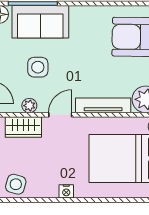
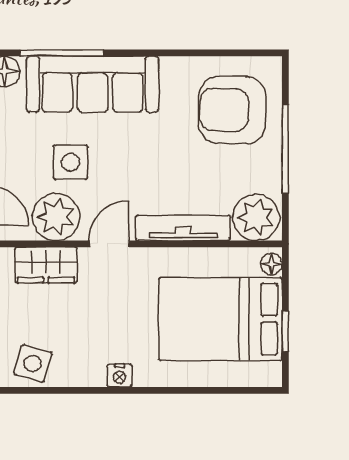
sofa: (40, 22) -> (93, 84), width x1.36
plant: (29, 106) -> (56, 217), width x1.88, depth x1.88

